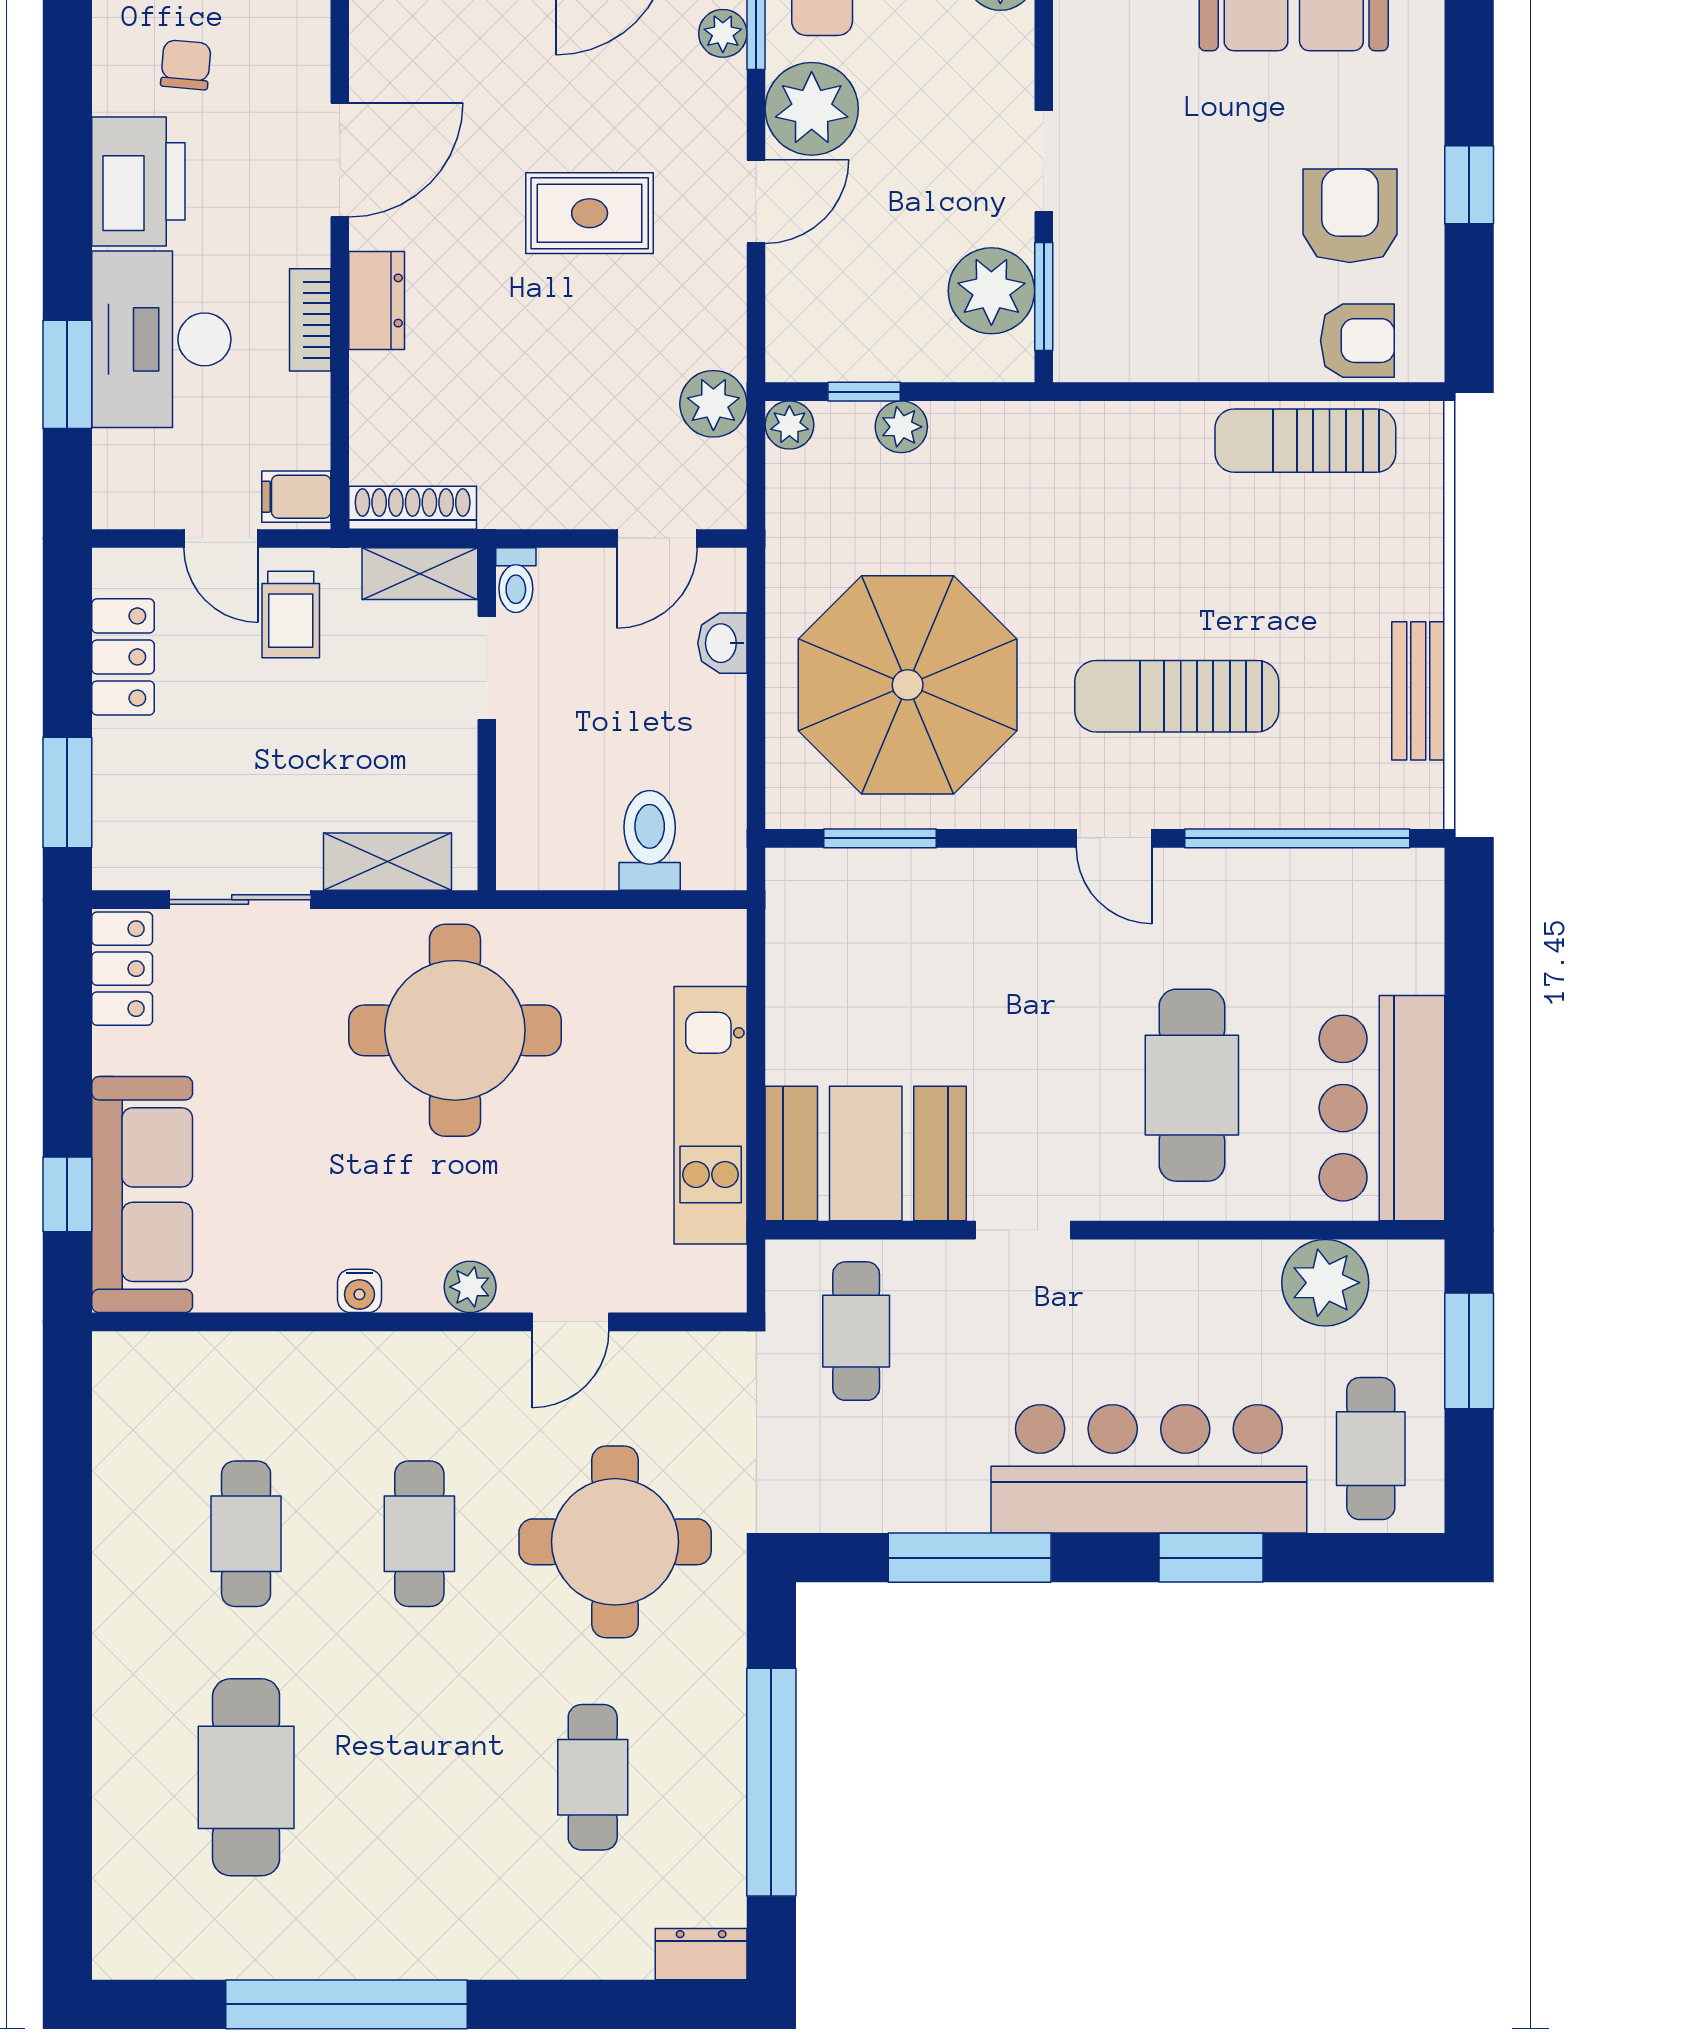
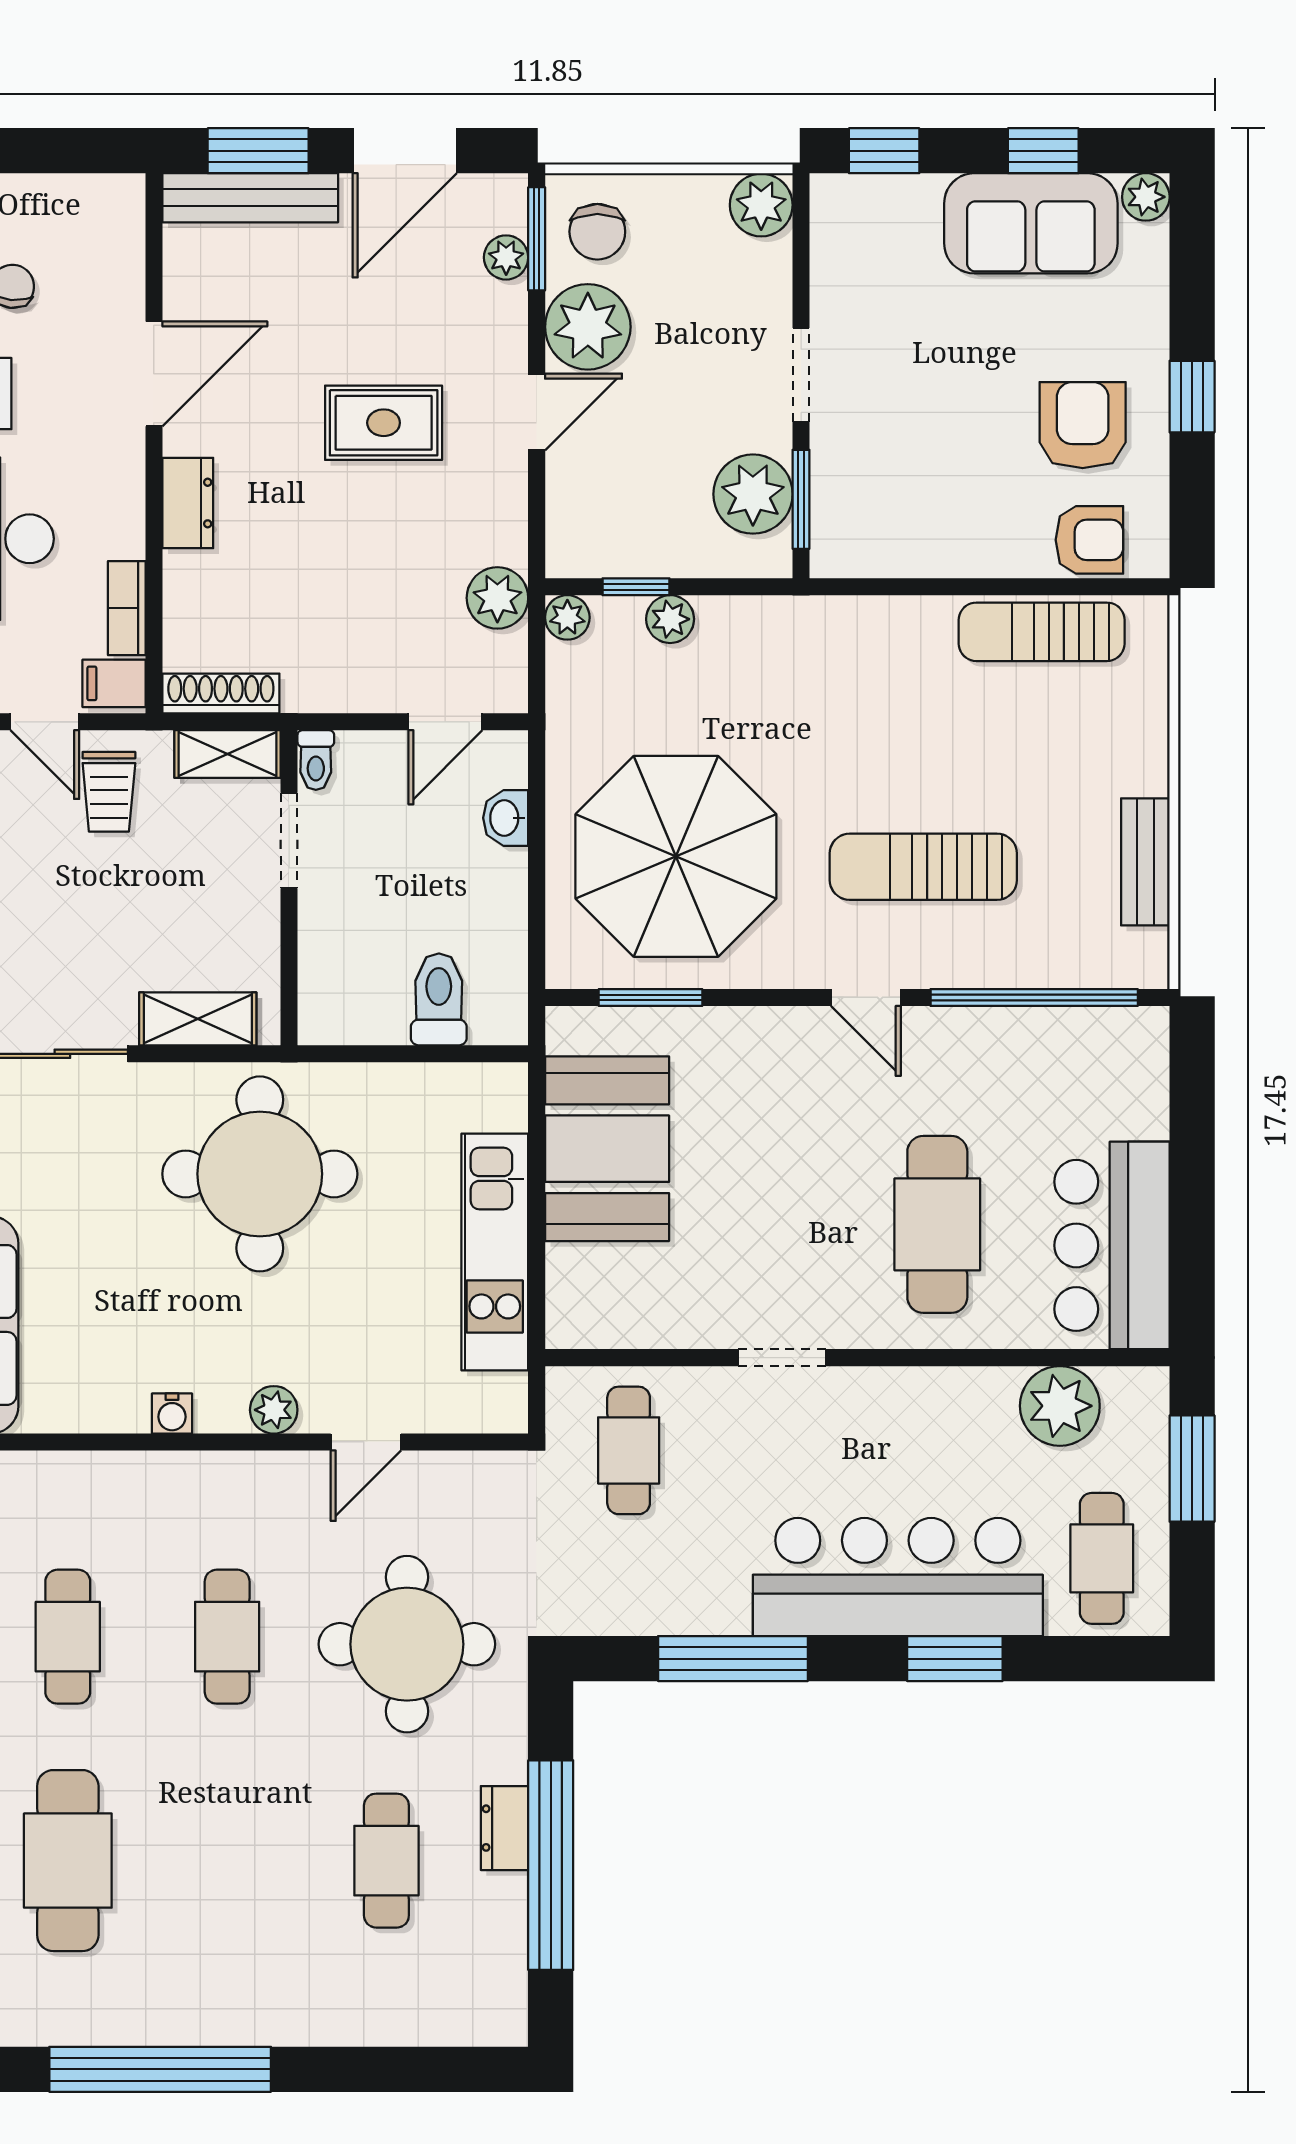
bookcase: (310, 320) -> (127, 608), moved
booth: (866, 1153) -> (607, 1149), moved, turned 90
dresser: (701, 1954) -> (504, 1828), moved, turned -90

